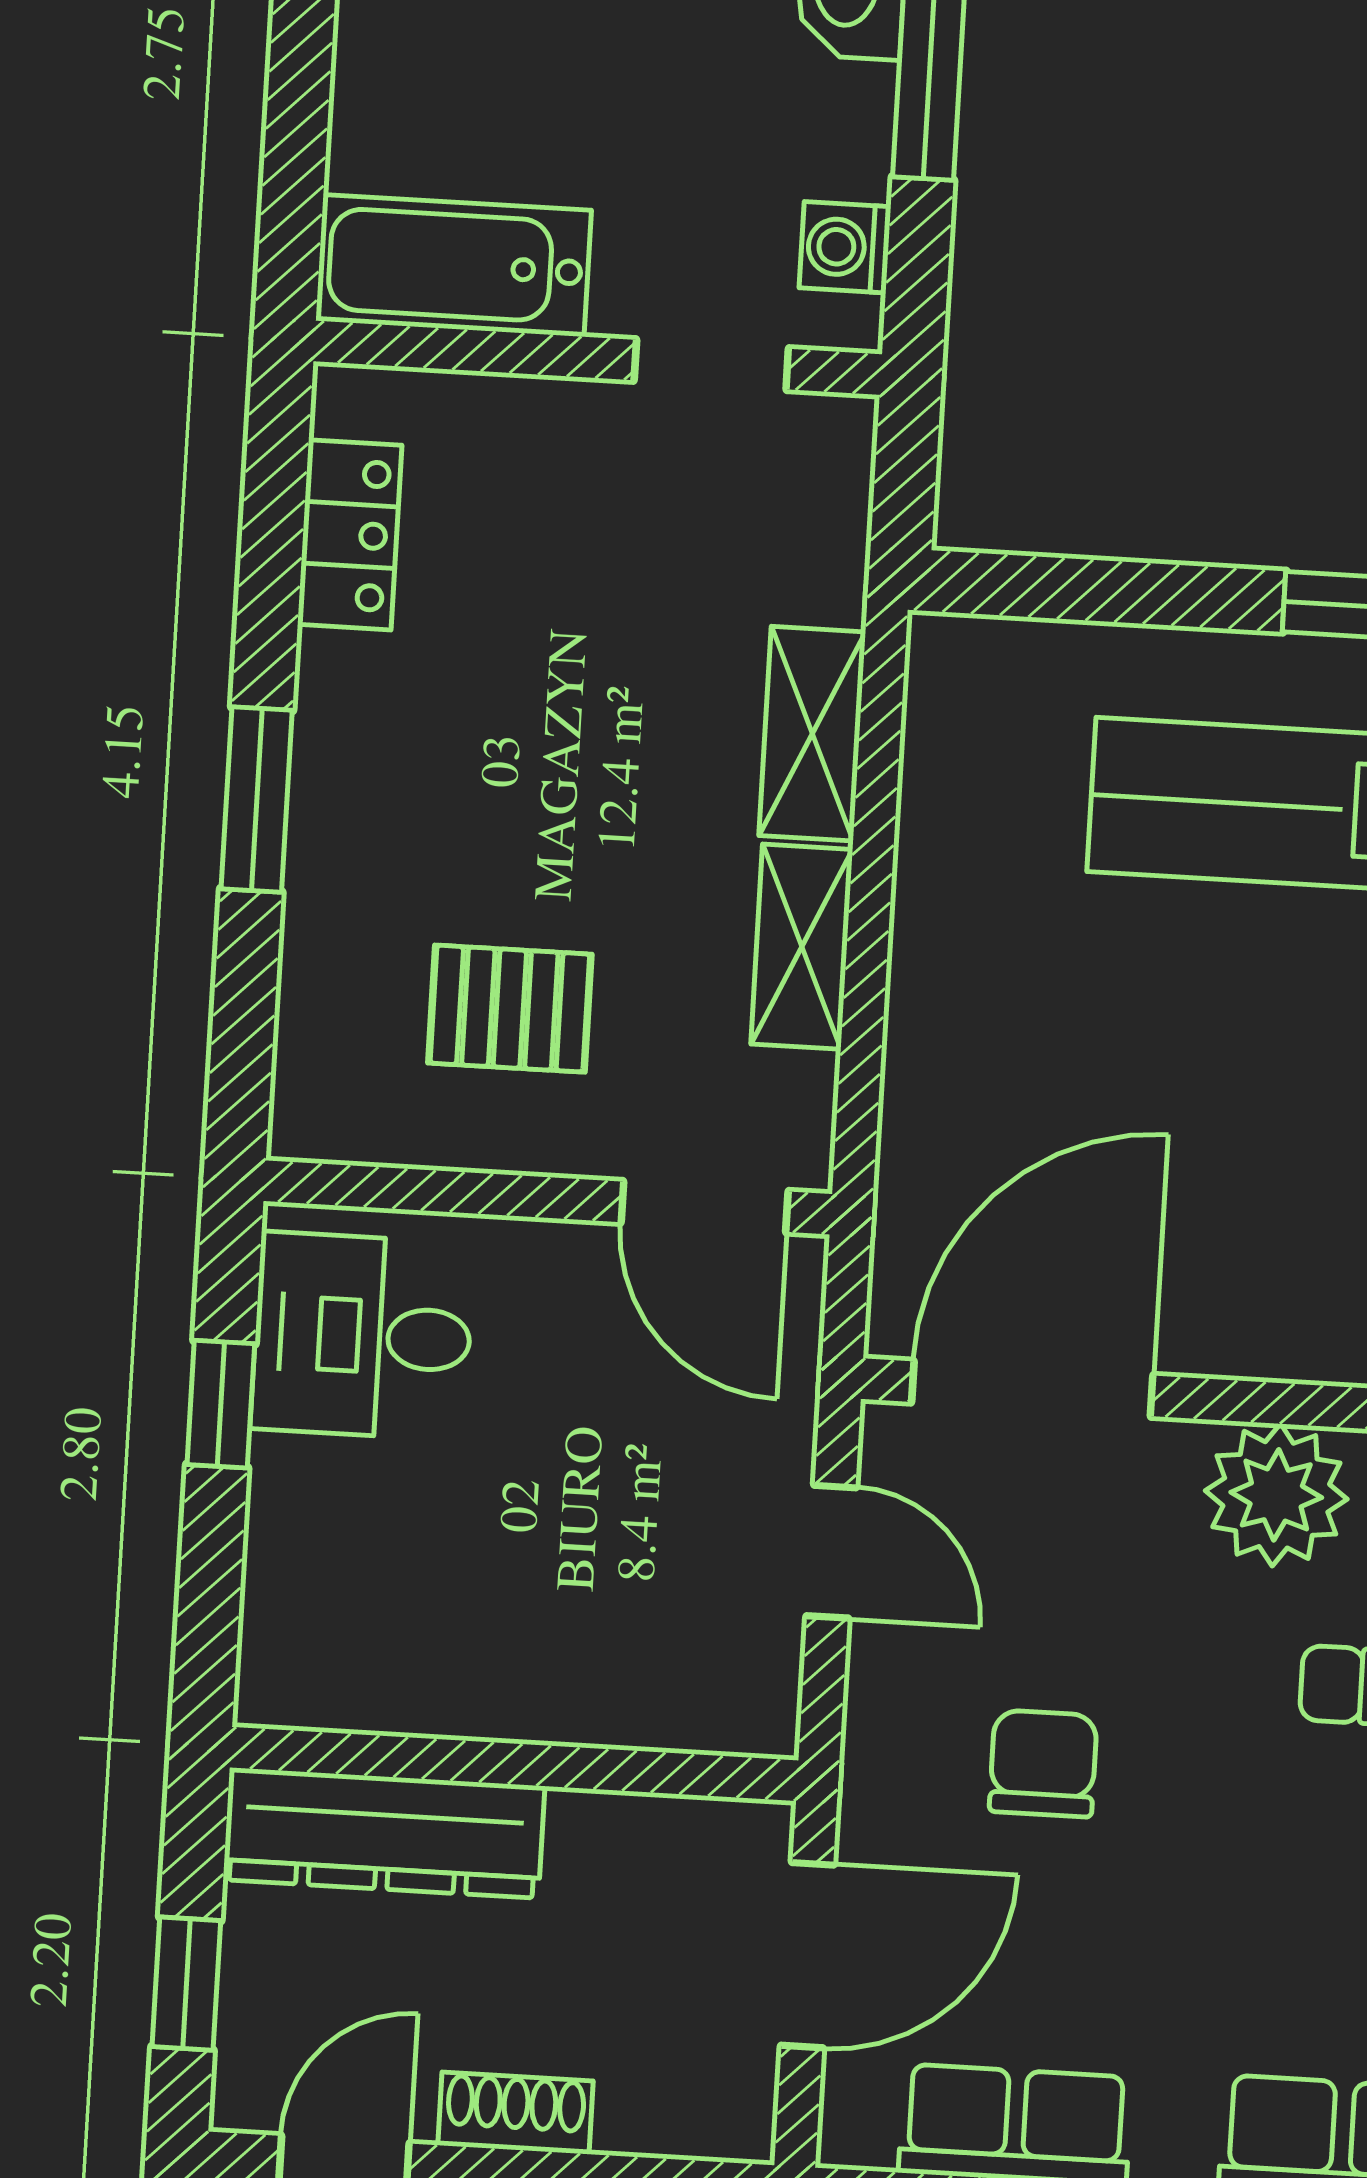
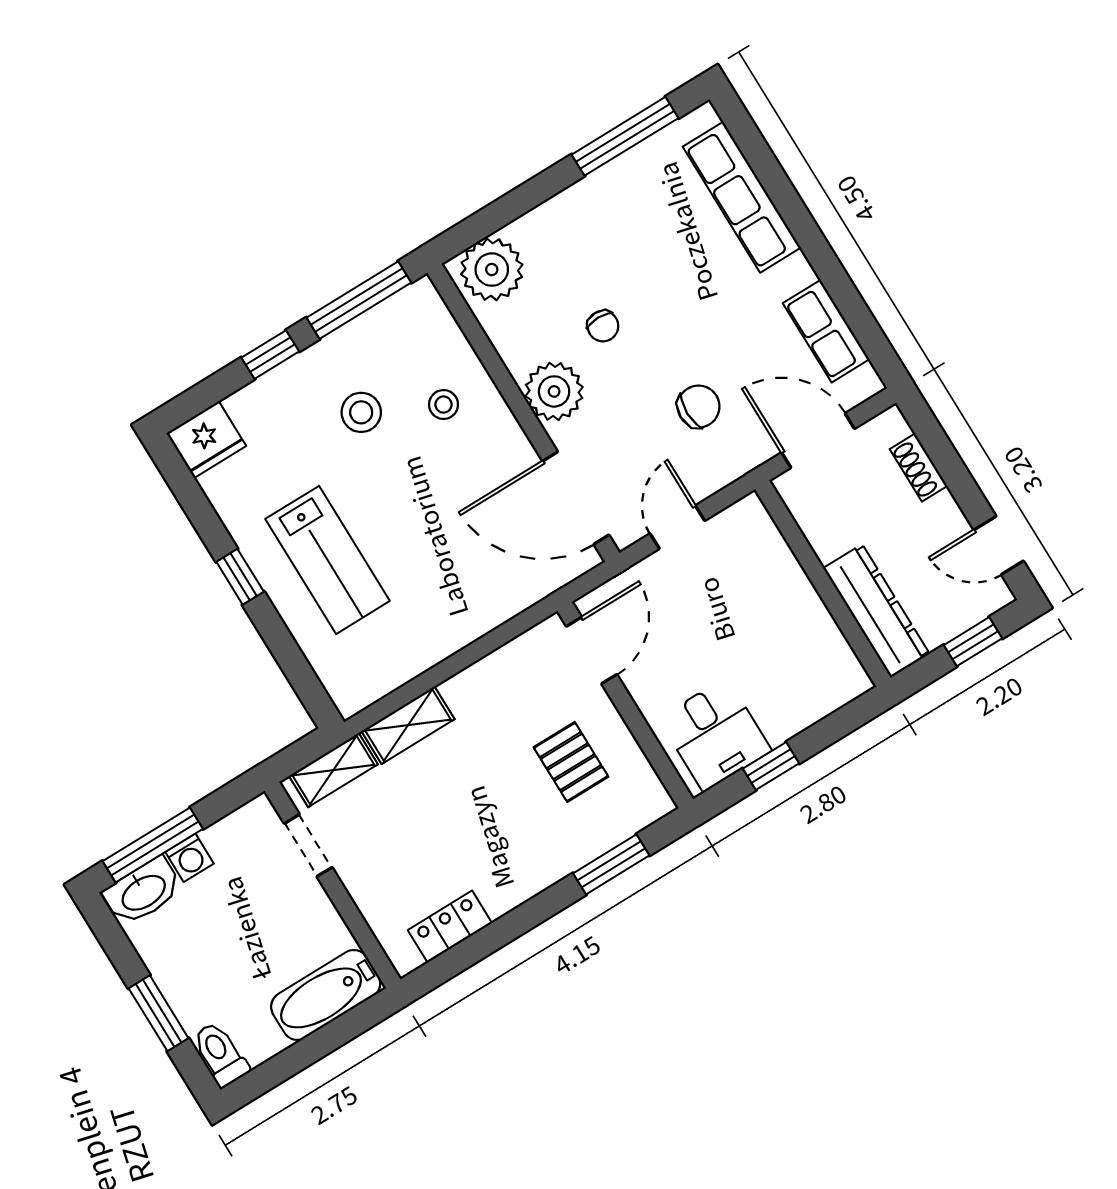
washing machine: (845, 247) -> (190, 858), moved
bathtub: (454, 265) -> (326, 995), moved, turned 90
window: (257, 800) -> (611, 864), moved
shelving: (802, 947) -> (333, 770), moved
chair: (1043, 1763) -> (699, 407), turned 180
shoe rack: (515, 2113) -> (919, 468), moved

